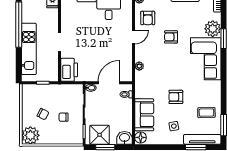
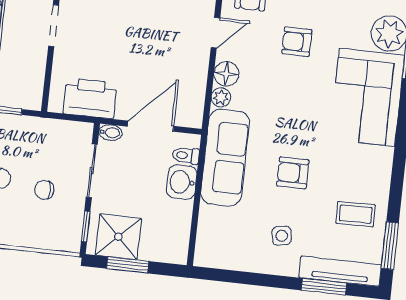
printer: (69, 70) -> (90, 98), moved, turned -90
sofa: (144, 115) -> (225, 158), moved, width x1.36
floor lamp: (141, 137) -> (226, 74), moved
washbasin: (124, 138) -> (182, 182), moved, turned -90

